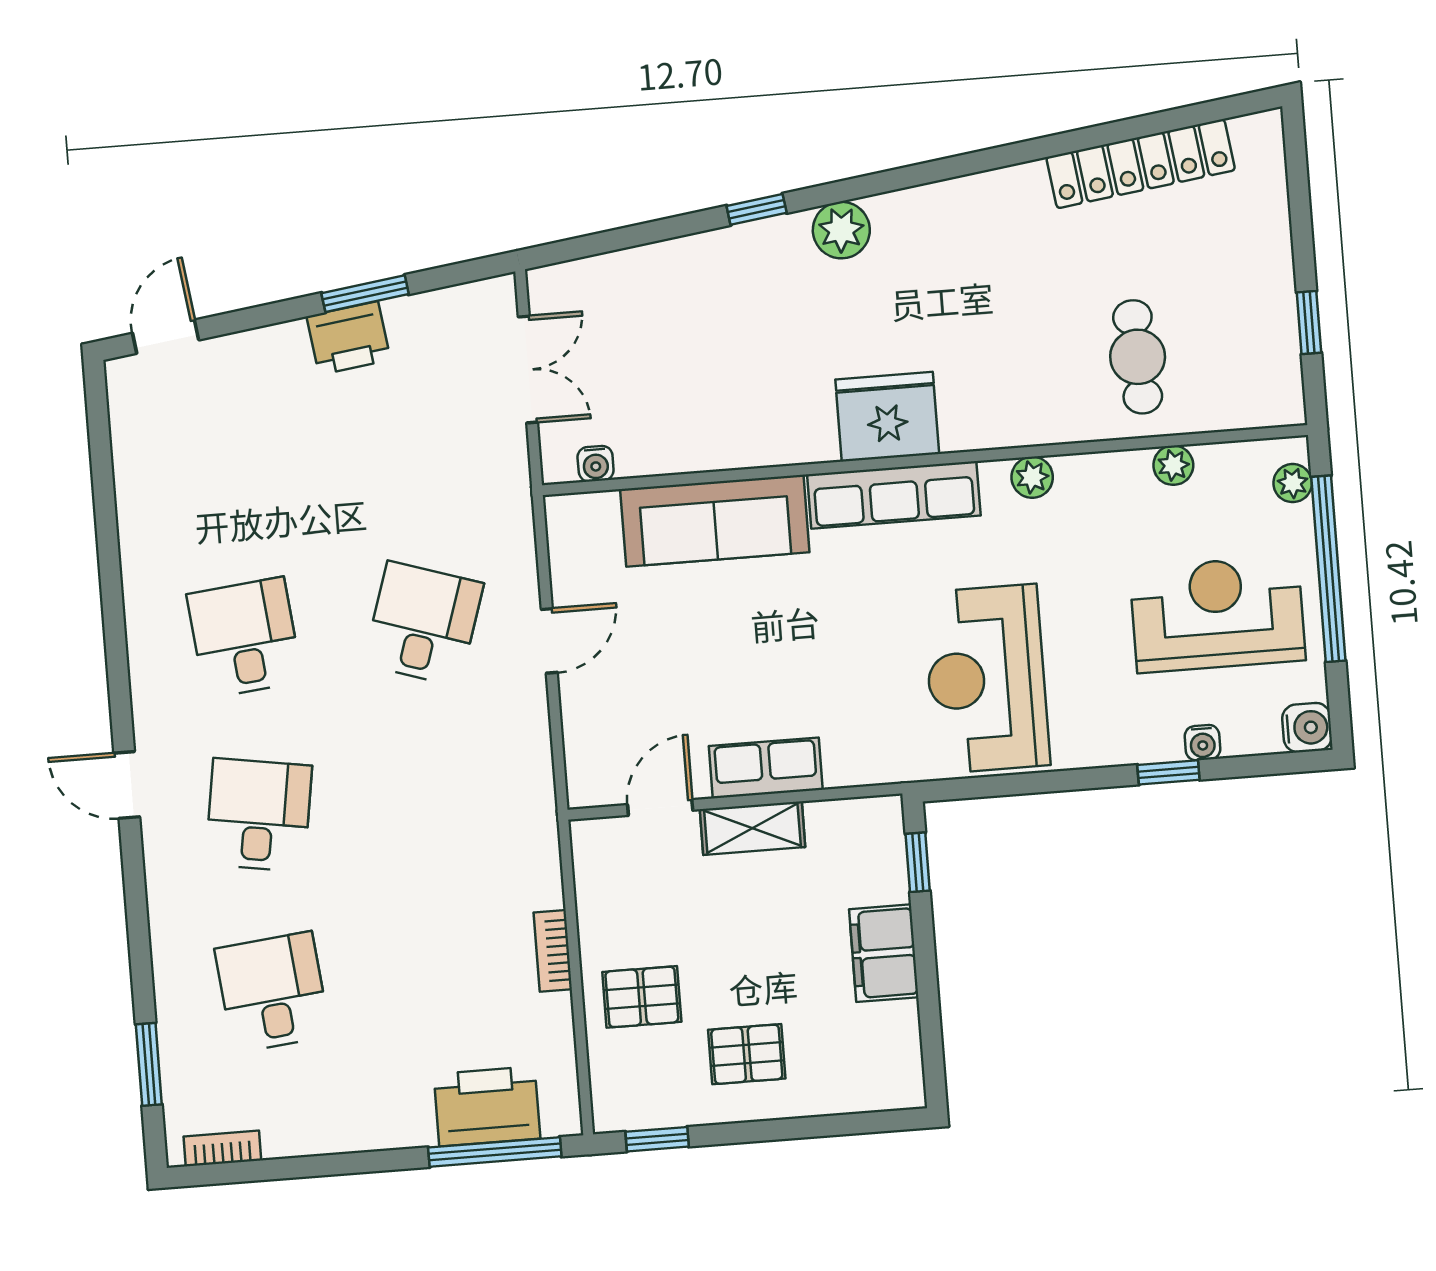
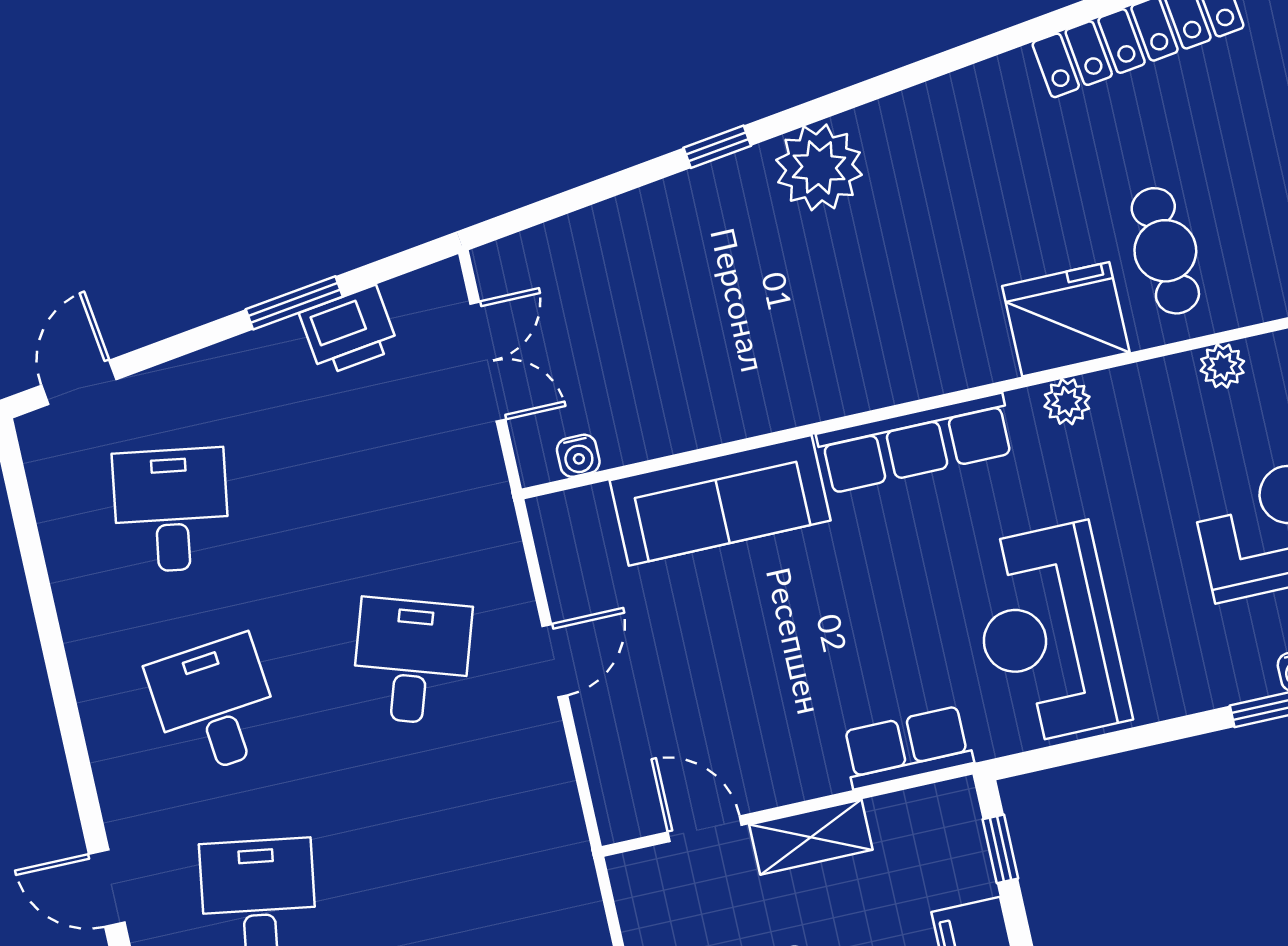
plant: (841, 230) -> (819, 167), width x1.36, depth x1.36
printer: (348, 338) -> (349, 331), moved
fridge: (887, 417) -> (1066, 319), moved
desk: (231, 461) -> (171, 510), added
row of seats: (766, 768) -> (907, 747), moved
door: (660, 807) -> (705, 829), hinge flipped

